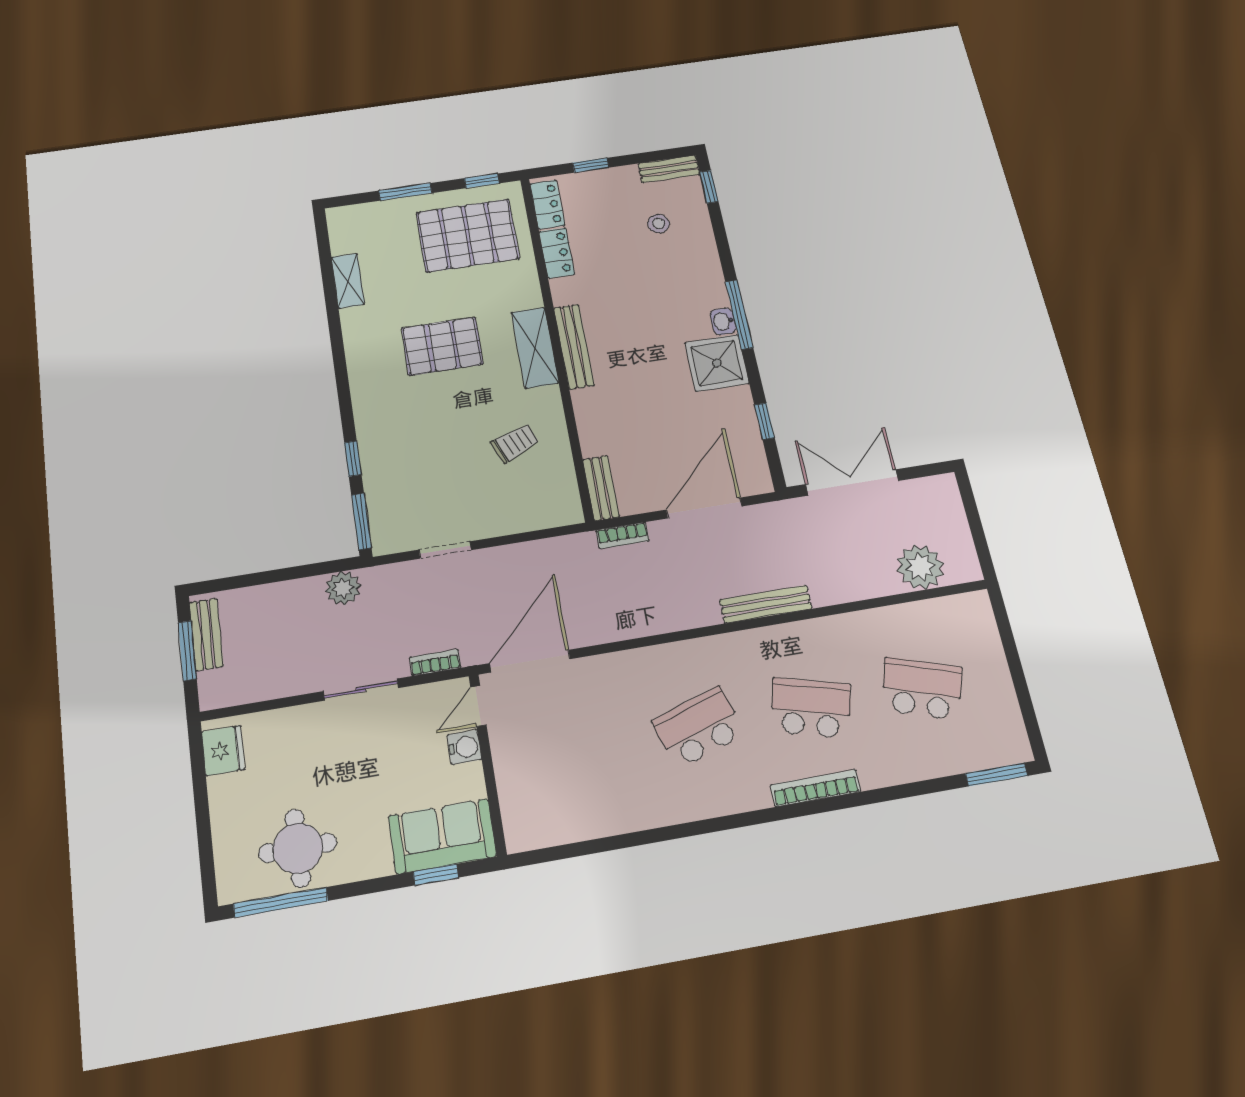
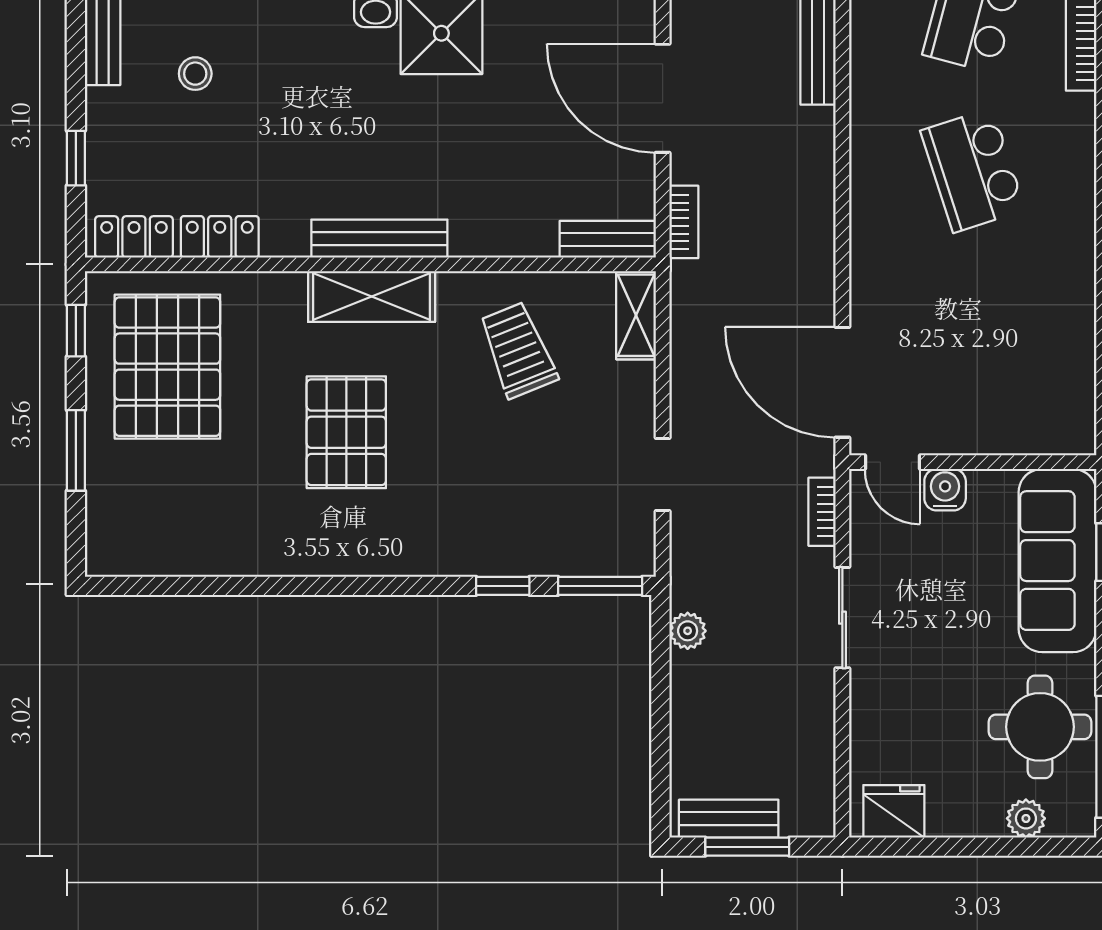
shelving: (348, 281) -> (636, 315), moved, turned 90
trolley: (515, 443) -> (518, 350), width x1.36, depth x1.39
plant: (343, 588) -> (688, 631), width x0.73, depth x0.73
sofa: (442, 836) -> (1058, 561), width x1.36
plant: (227, 850) -> (1026, 818), added

